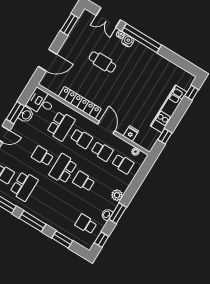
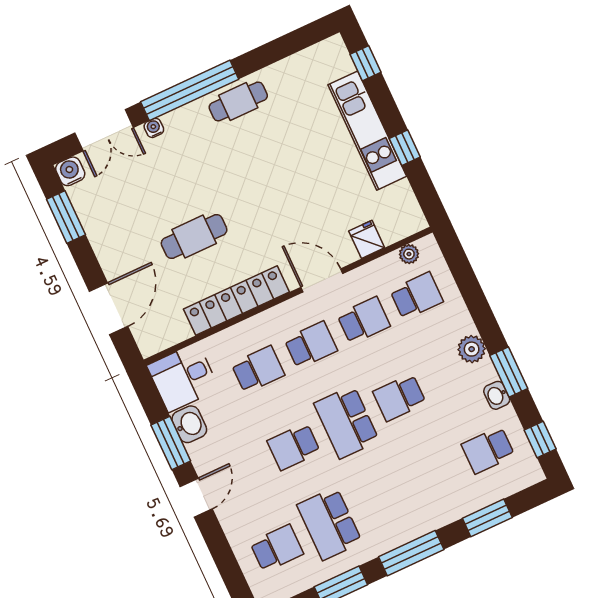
water cooler: (128, 41) -> (70, 171), moved
cafe table: (149, 57) -> (238, 101), added
cafe table: (102, 62) -> (194, 236), moved
school desk: (61, 126) -> (258, 369), width x0.54
window: (165, 136) -> (405, 148), moved
school desk: (24, 186) -> (330, 524), turned 180

